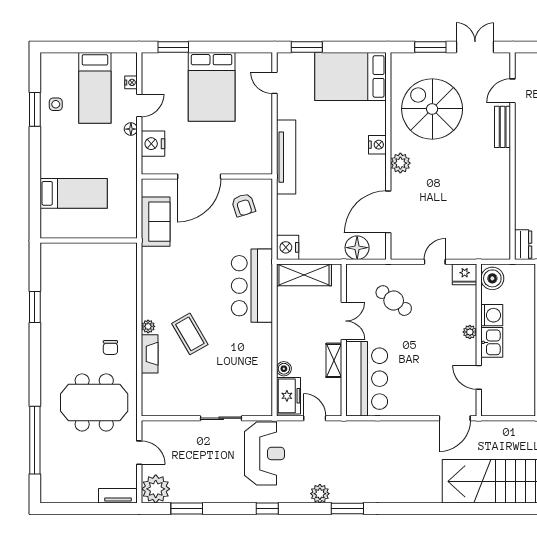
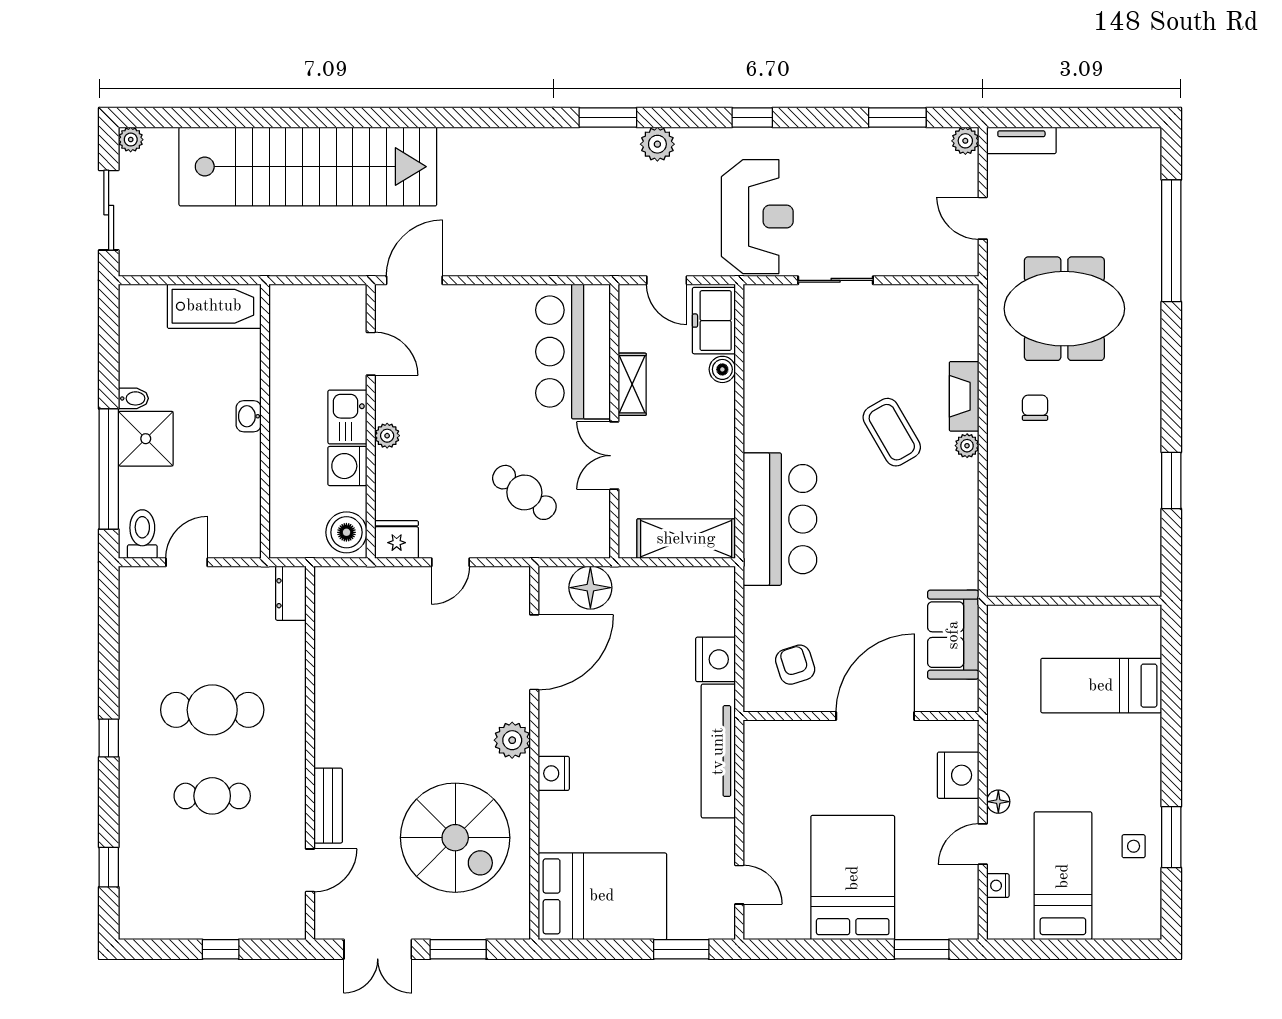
nightstand: (288, 247) -> (716, 659), moved
reception desk: (264, 454) -> (757, 217), turned 180
plant: (156, 489) -> (965, 141), width x0.53, depth x0.53

